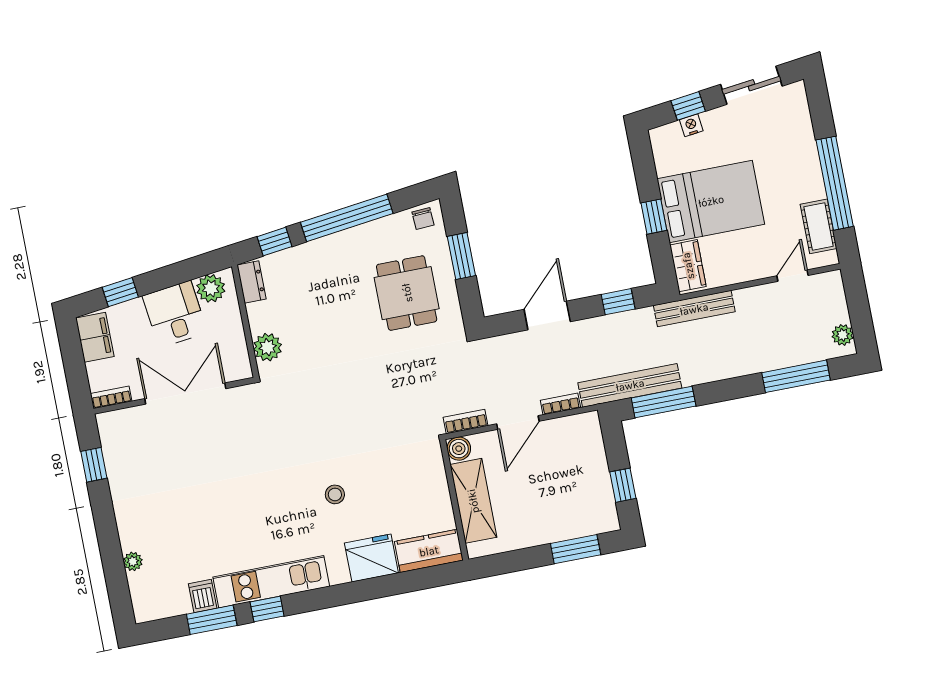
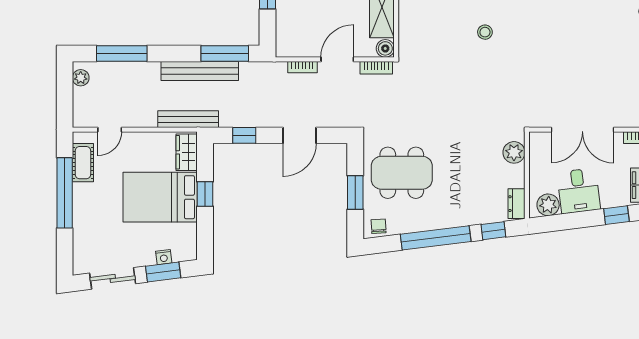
window: (688, 106) -> (163, 272), width x1.50
dining table: (407, 293) -> (402, 173), width x1.38
bench: (630, 385) -> (200, 71), moved

